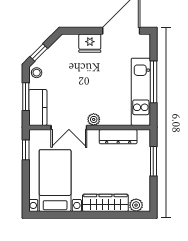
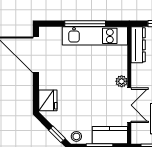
fridge: (90, 43) -> (48, 100), moved
dresser: (118, 137) -> (138, 45), moved

